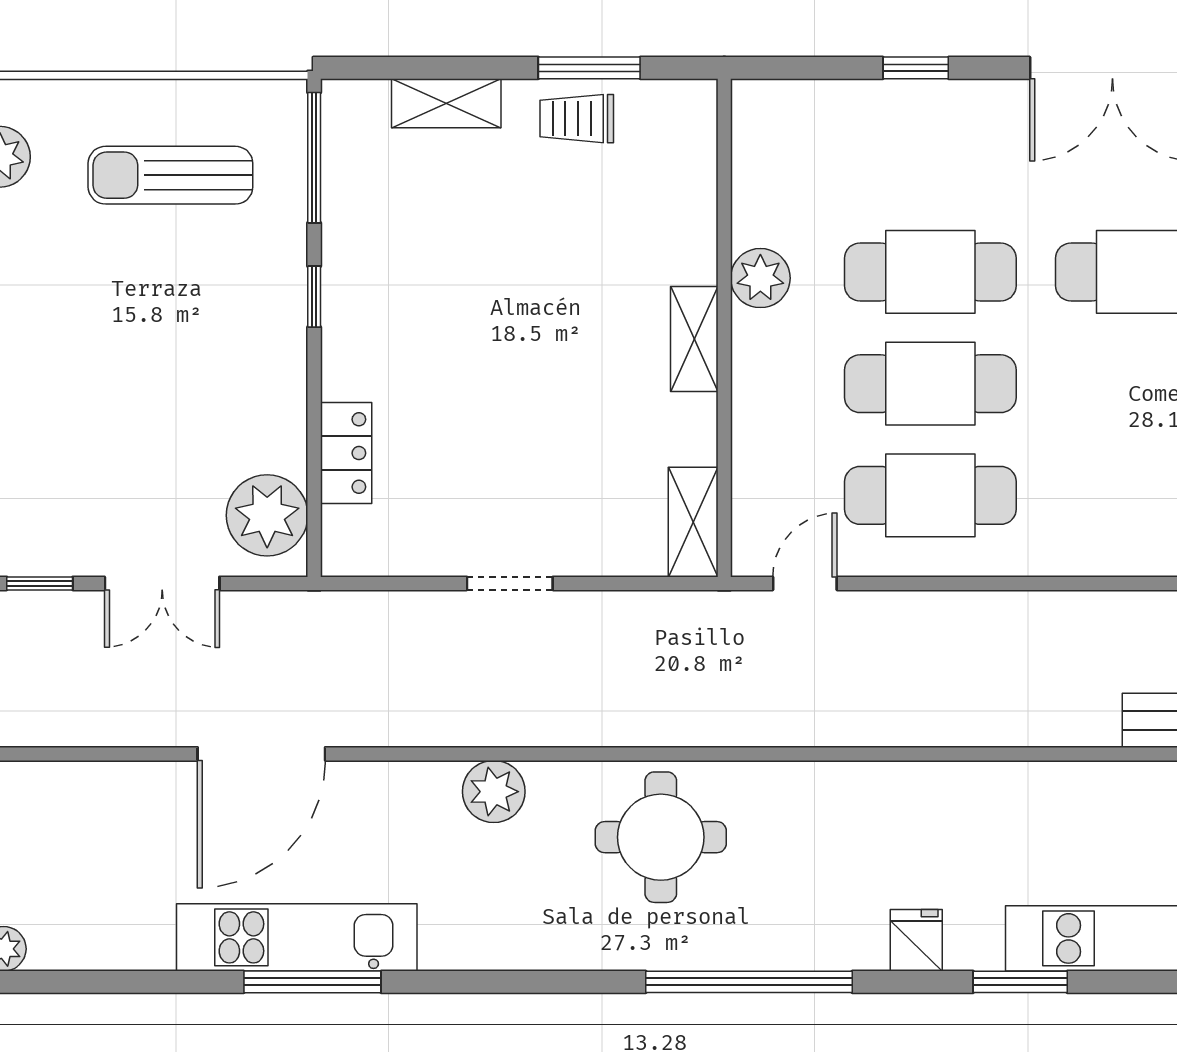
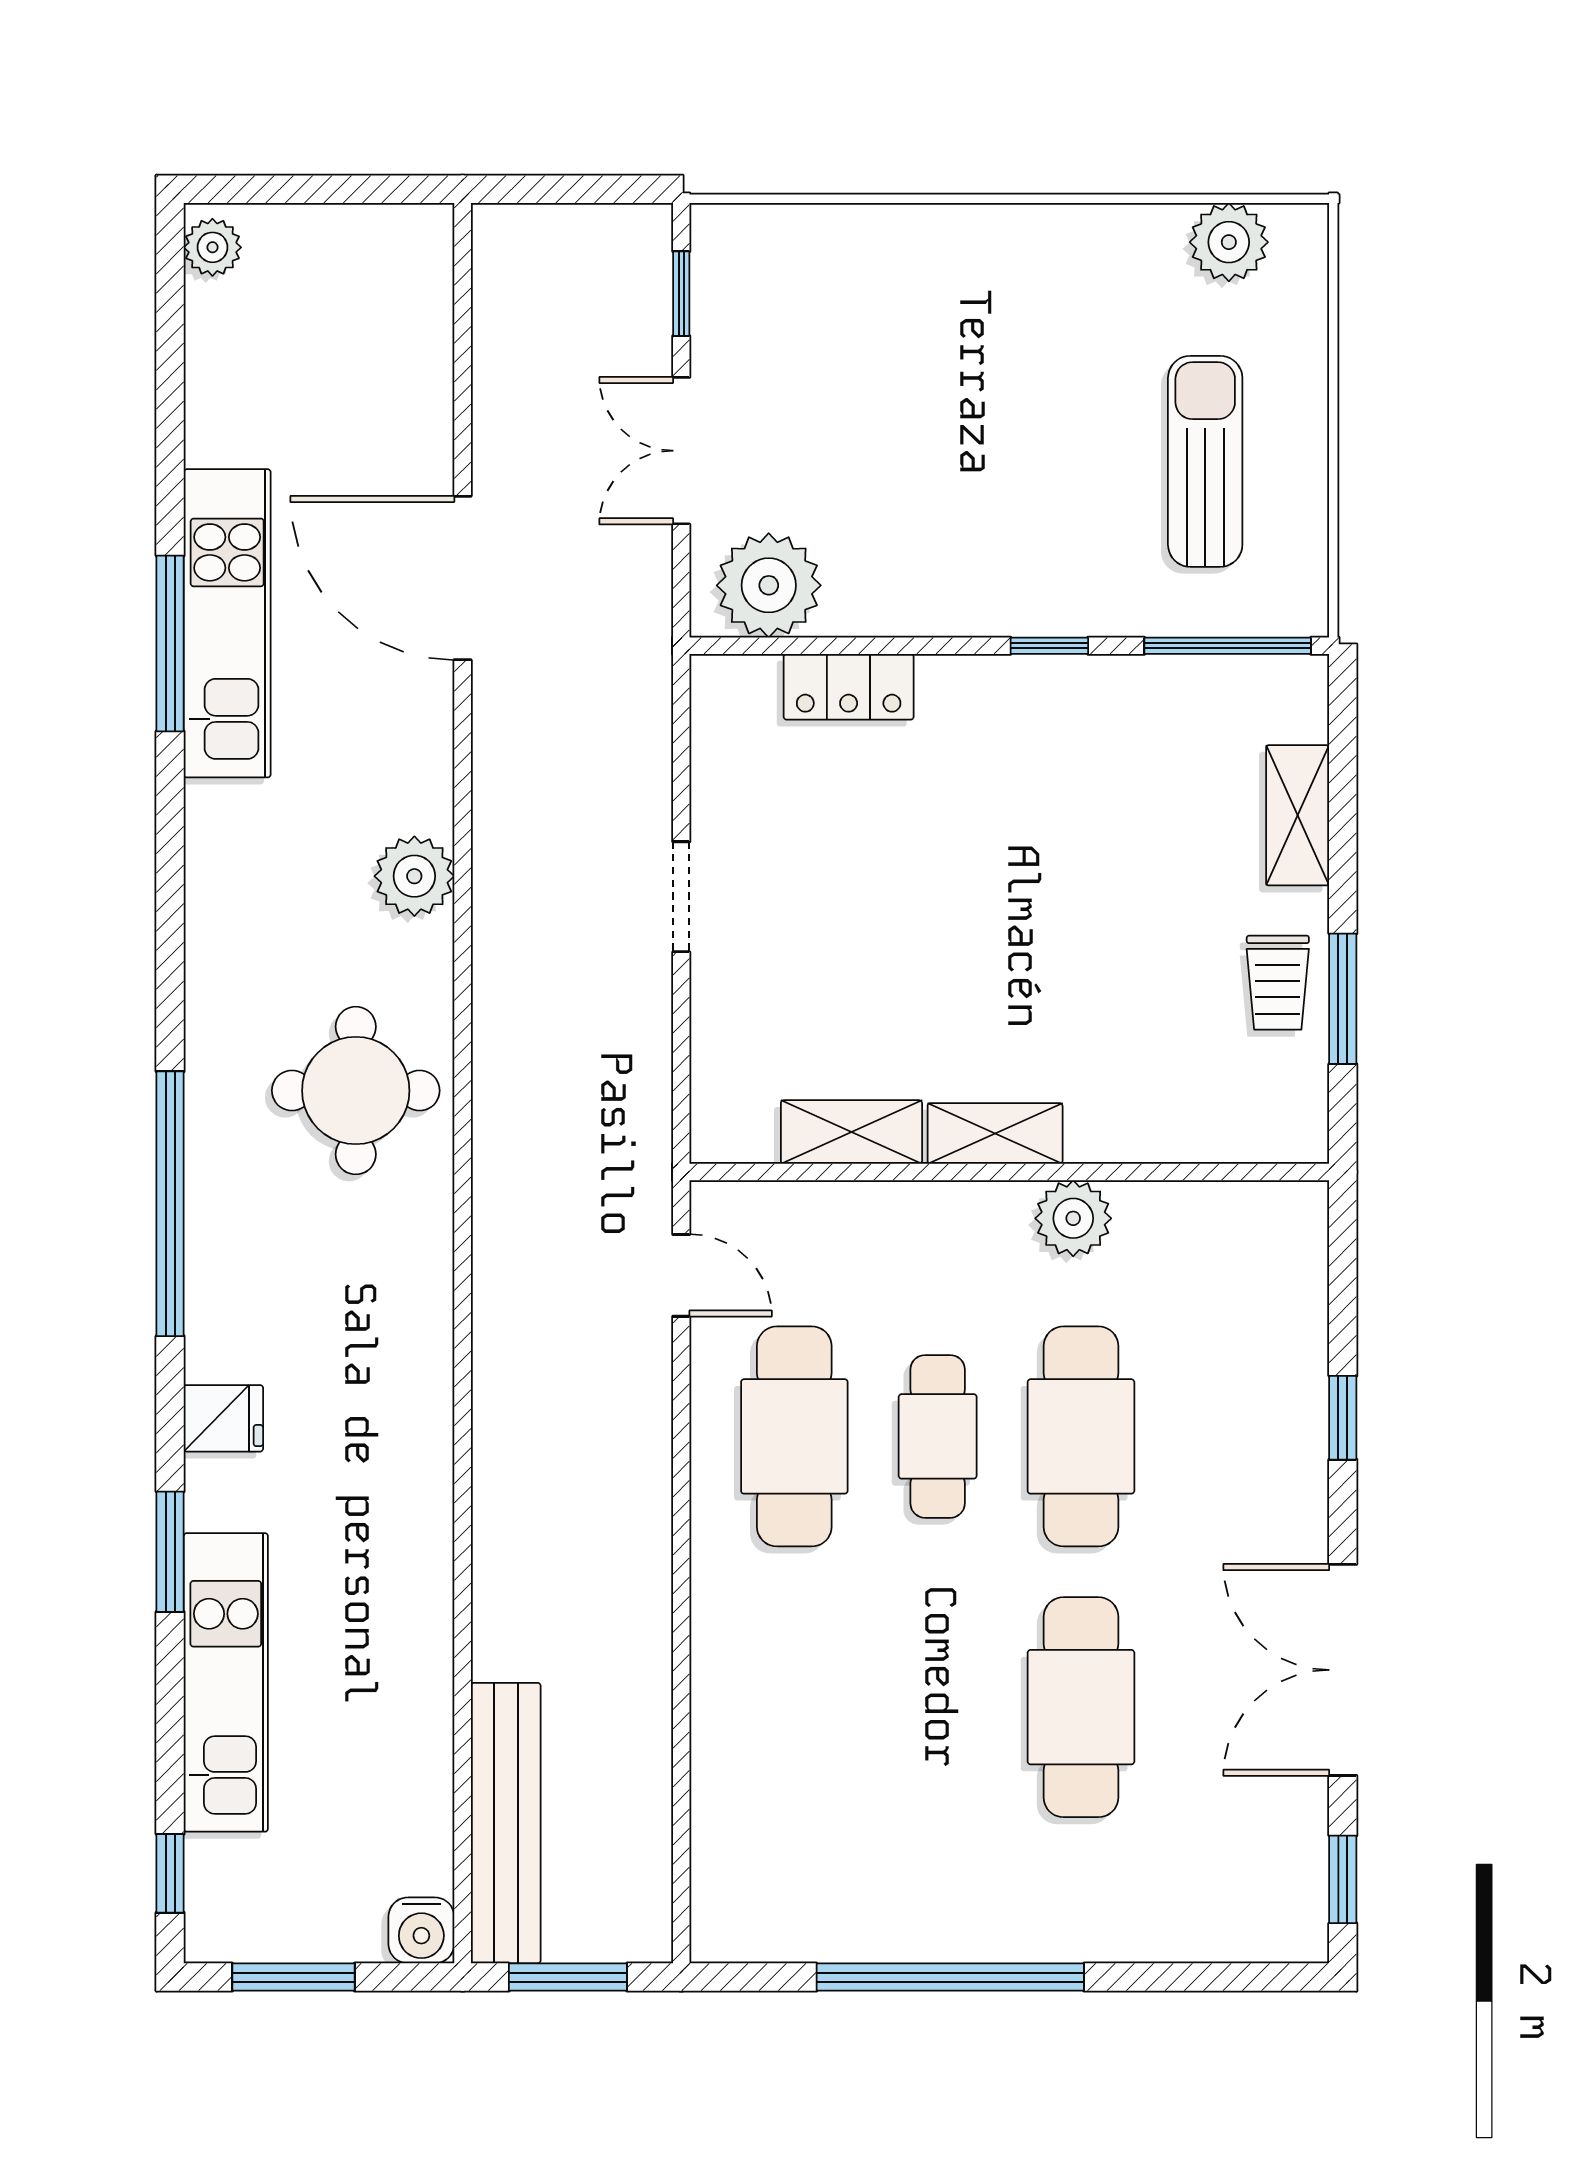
trolley: (577, 119) -> (1278, 983), turned 180
cafe table: (930, 384) -> (938, 1436), width x0.73, depth x0.74
shelving: (693, 522) -> (851, 1132), moved

